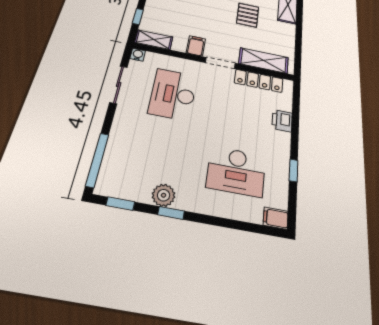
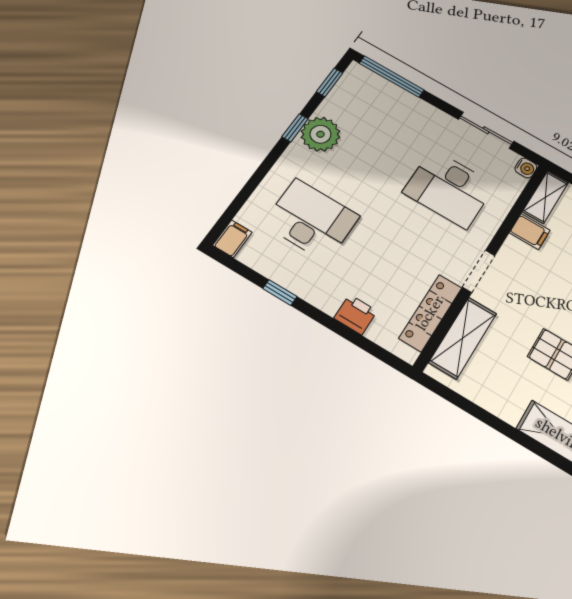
filing cabinet: (196, 46) -> (530, 231), moved
desk: (173, 94) -> (449, 189), turned 180
desk: (236, 171) -> (311, 220), turned 90
plant: (164, 195) -> (320, 134), width x1.36, depth x1.36

